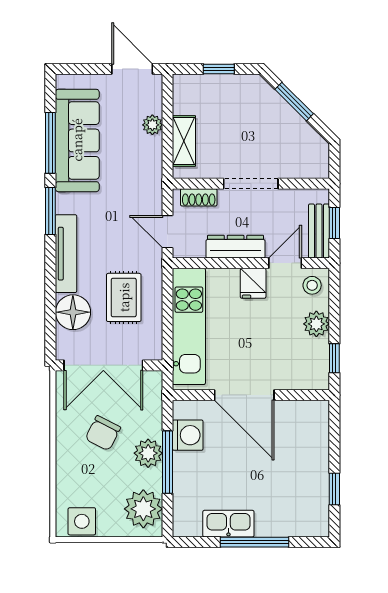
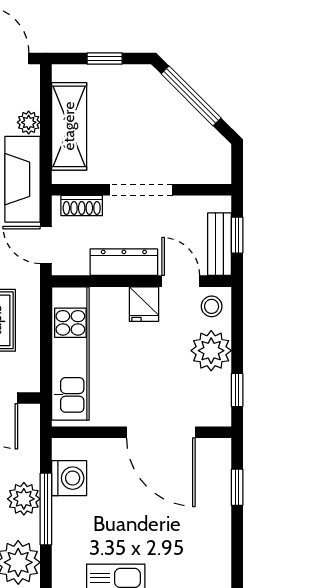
window: (294, 102) -> (191, 96), width x1.44
shelving: (184, 141) -> (69, 126), width x1.50, depth x1.33
fireplace: (147, 174) -> (23, 179), added
door: (285, 263) -> (181, 281), hinge flipped
plant: (316, 324) -> (211, 351), width x1.36, depth x1.36
door: (244, 395) -> (161, 432), moved
window: (334, 489) -> (237, 487), moved

